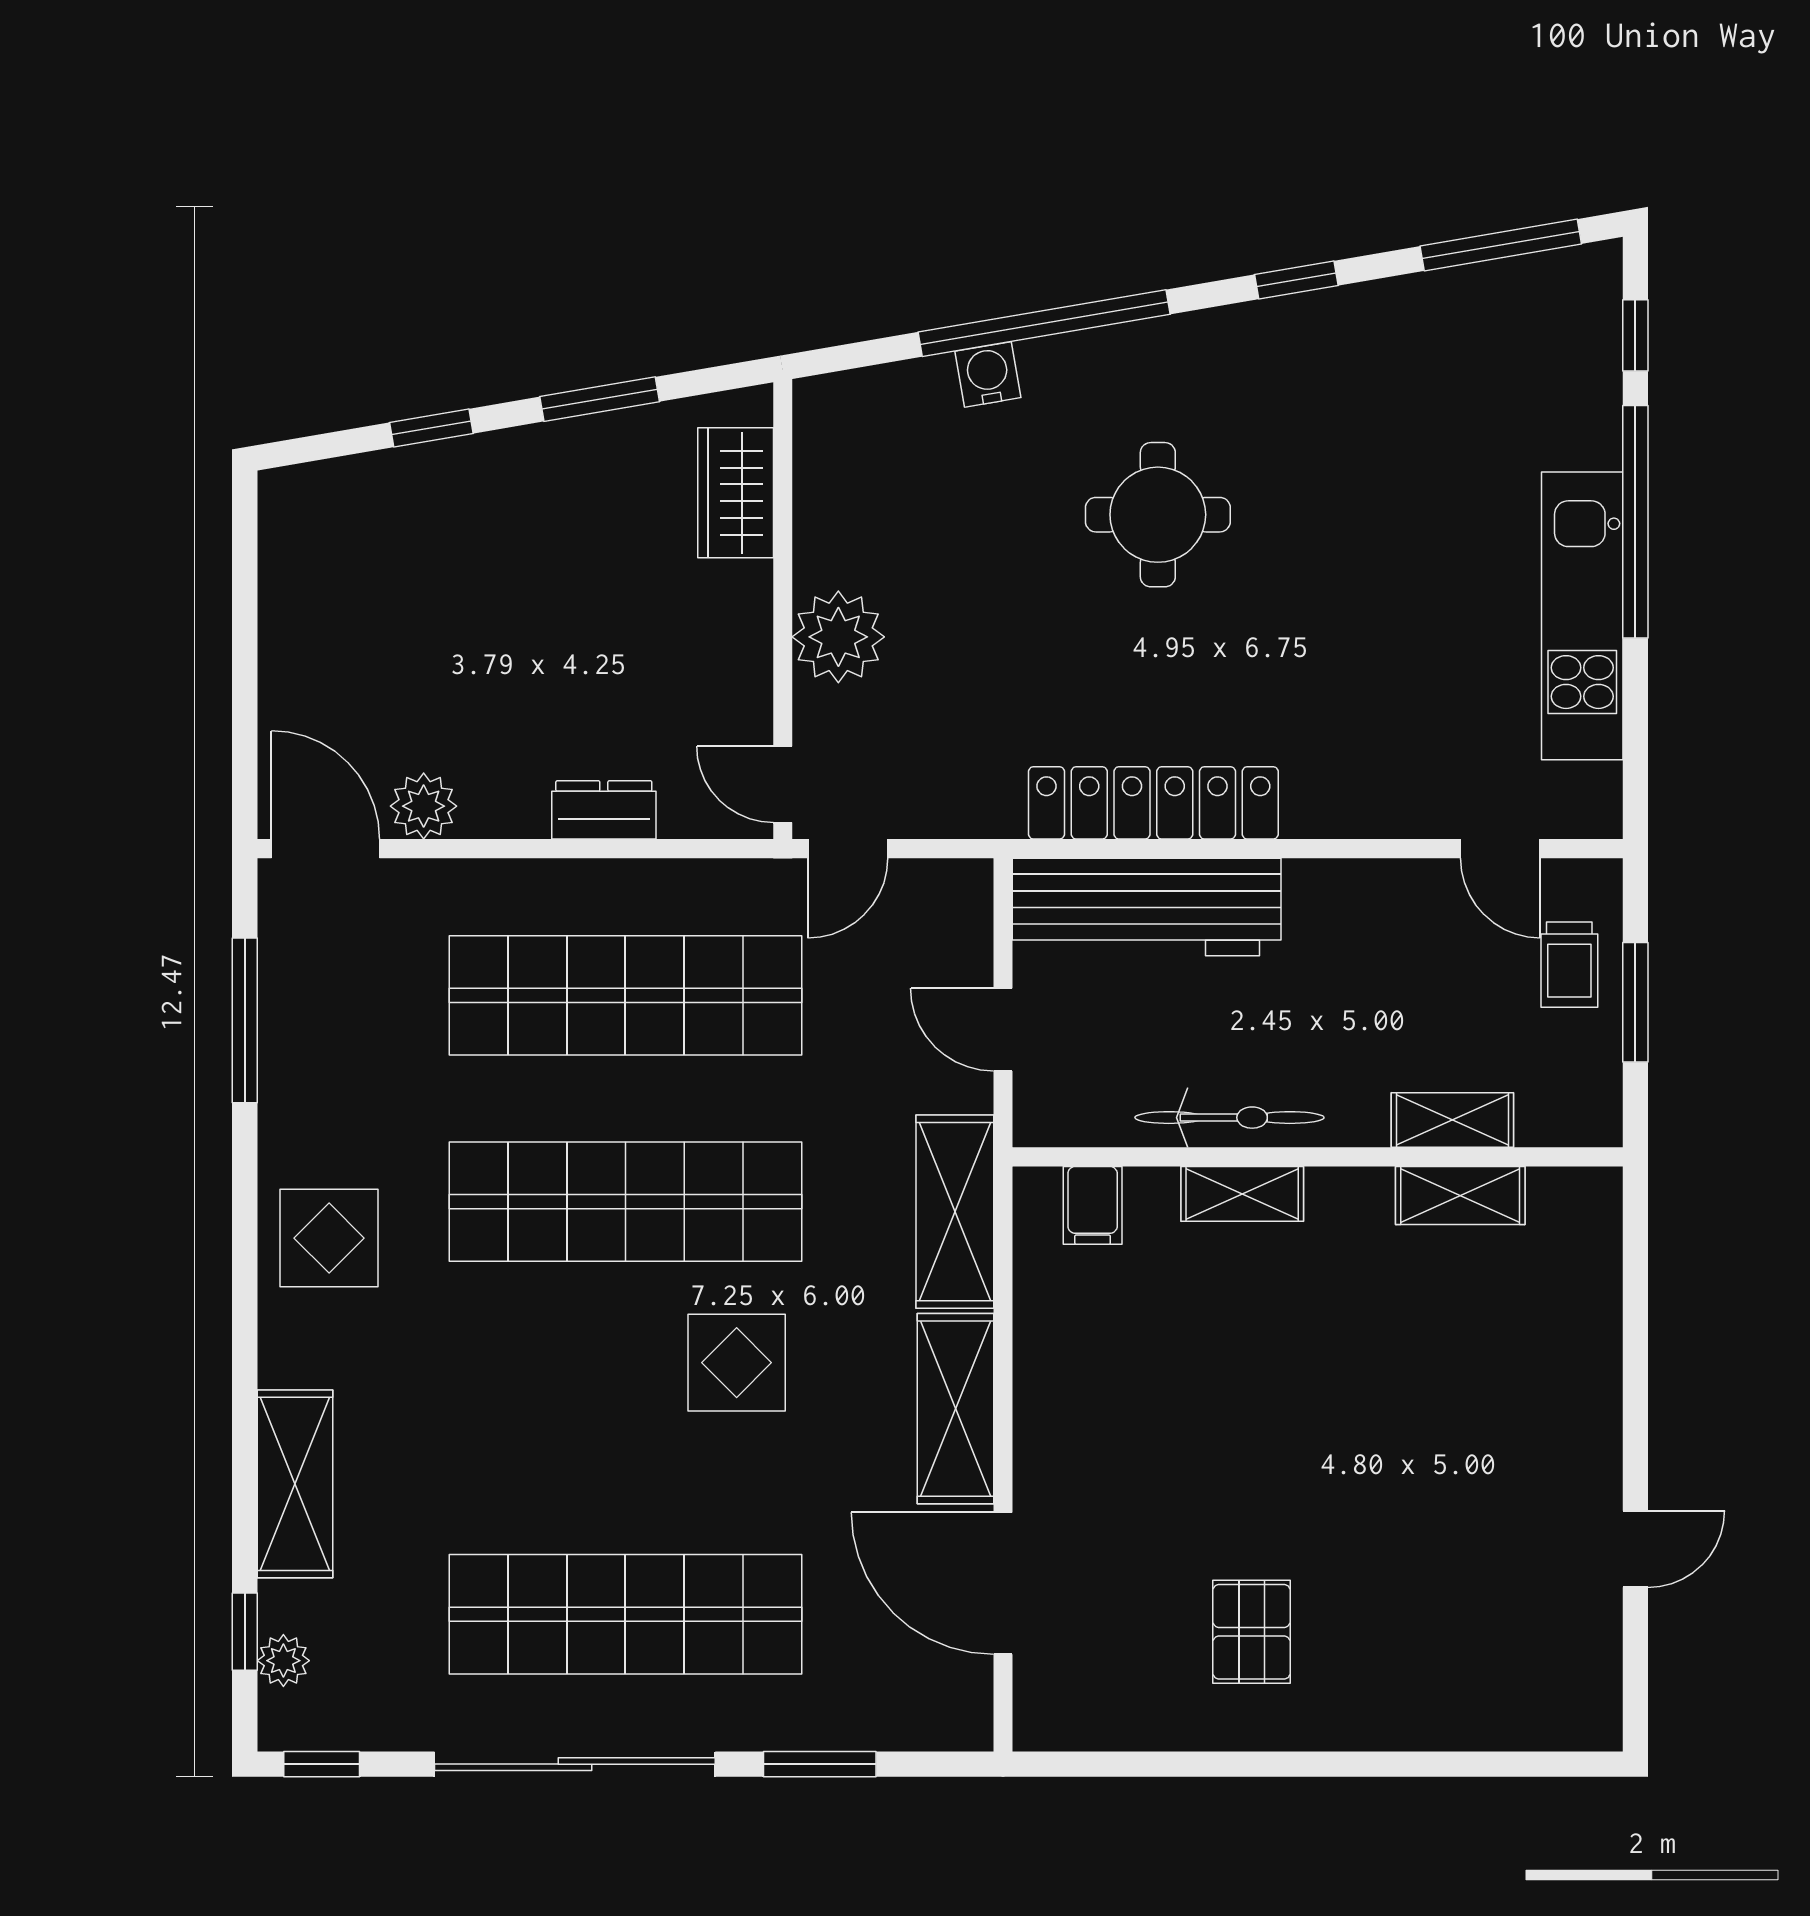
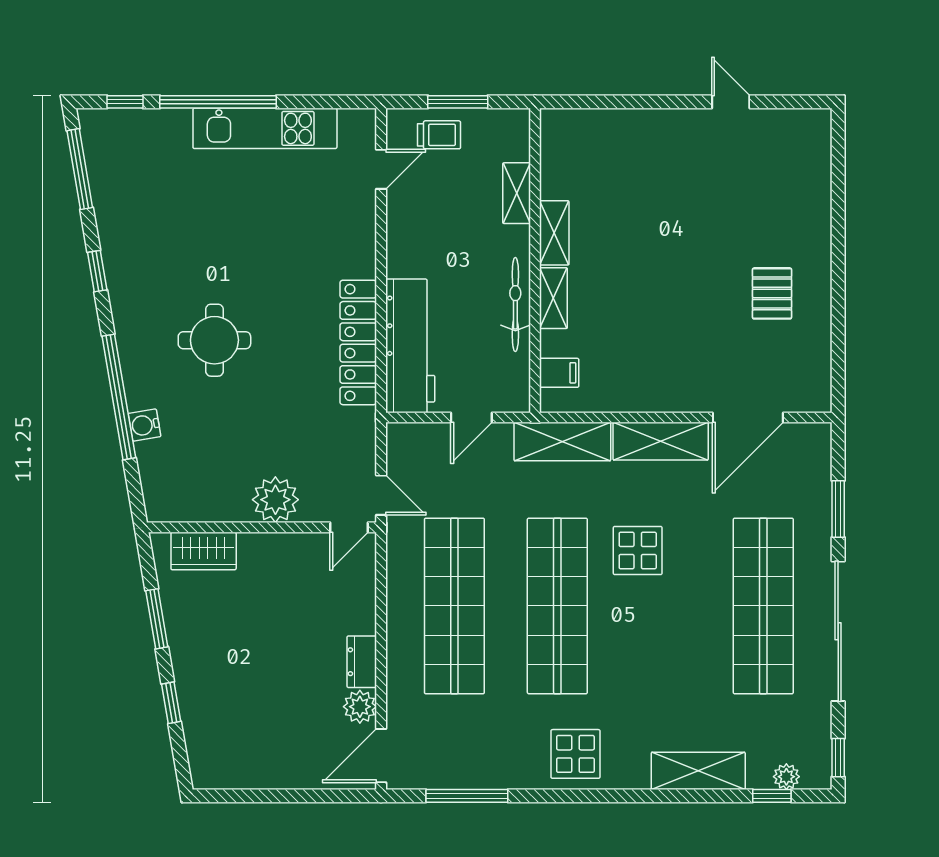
dresser: (604, 810) -> (362, 662), moved
shelving: (1460, 1195) -> (554, 233), moved
pallet: (1252, 1632) -> (772, 293), turned 90

